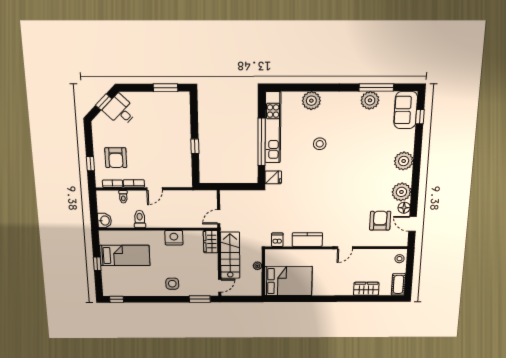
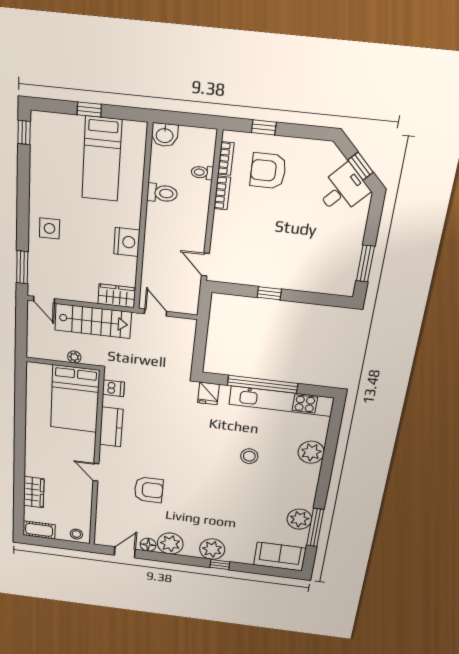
window: (420, 117) -> (220, 565), moved
door: (155, 189) -> (205, 265), moved
armchair: (380, 221) -> (149, 490), moved
bed: (288, 281) -> (75, 399), moved

